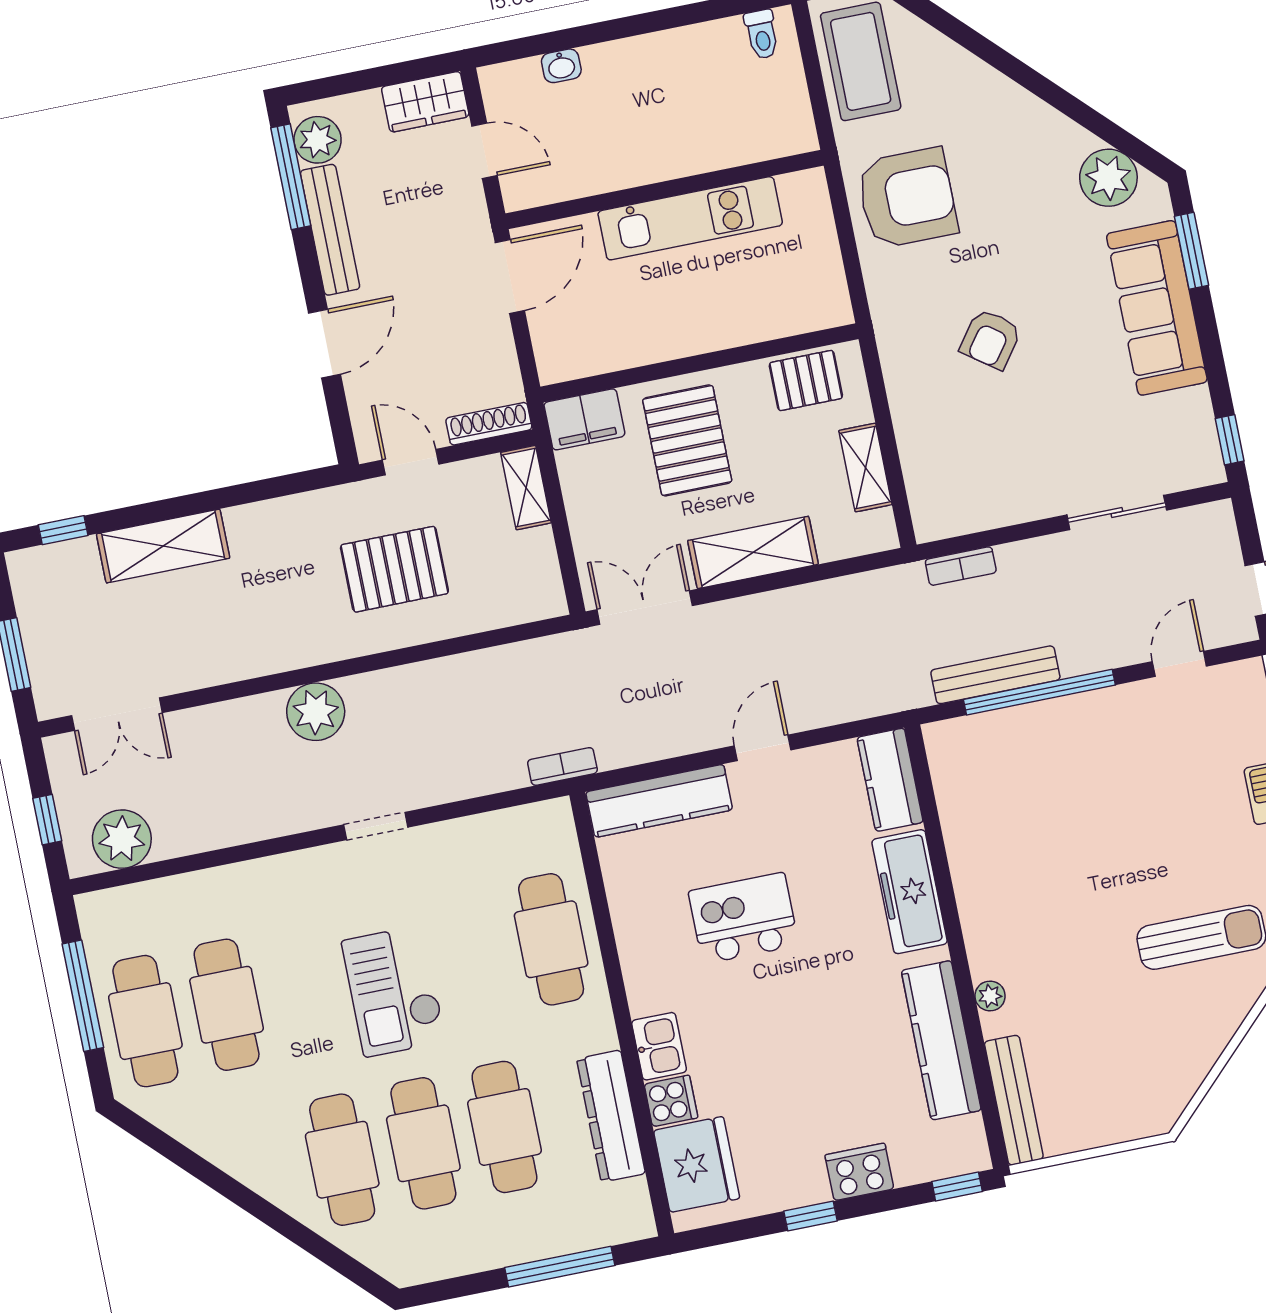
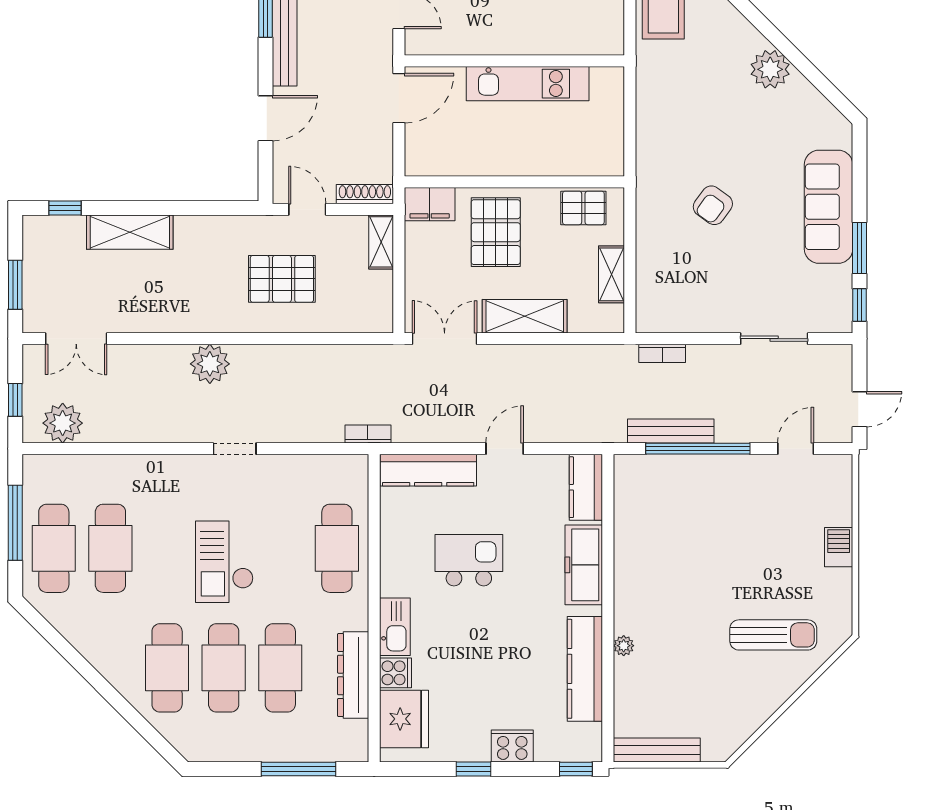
plant: (1108, 178) -> (770, 69), moved
armchair: (907, 198) -> (676, 99), removed
window: (1191, 251) -> (860, 248), moved
kitchen sink: (659, 1046) -> (395, 627), width x1.38
bench: (1014, 1100) -> (657, 750), moved, turned 90

